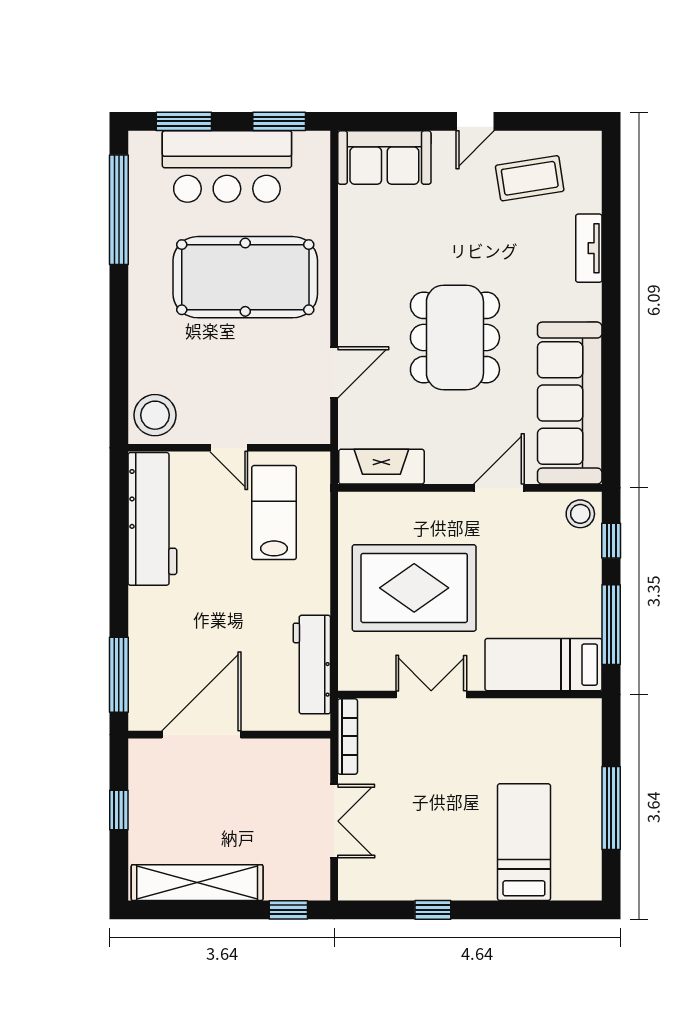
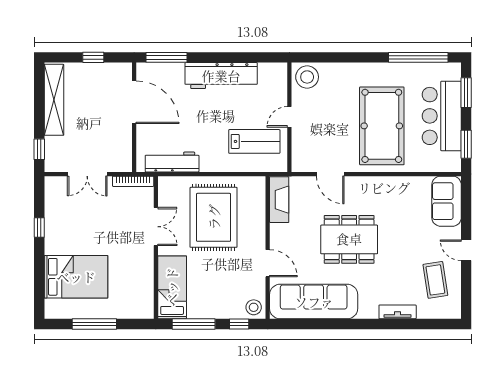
workbench: (152, 519) -> (221, 76), moved
bed: (524, 842) -> (76, 277), width x1.50

